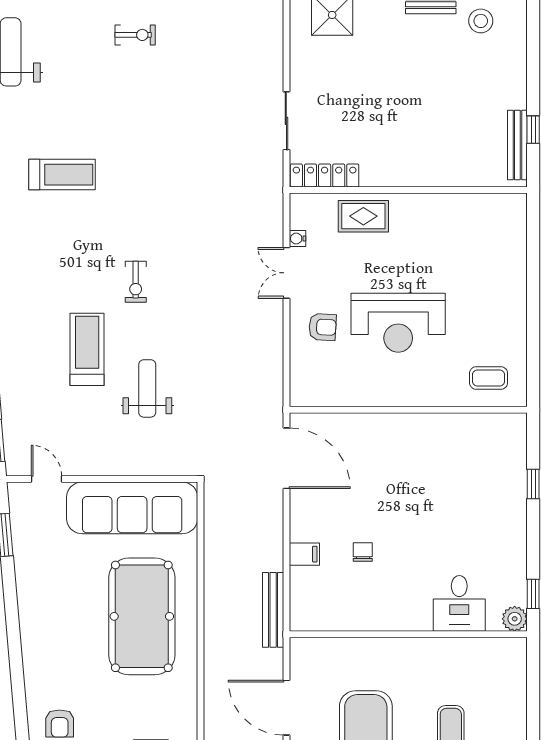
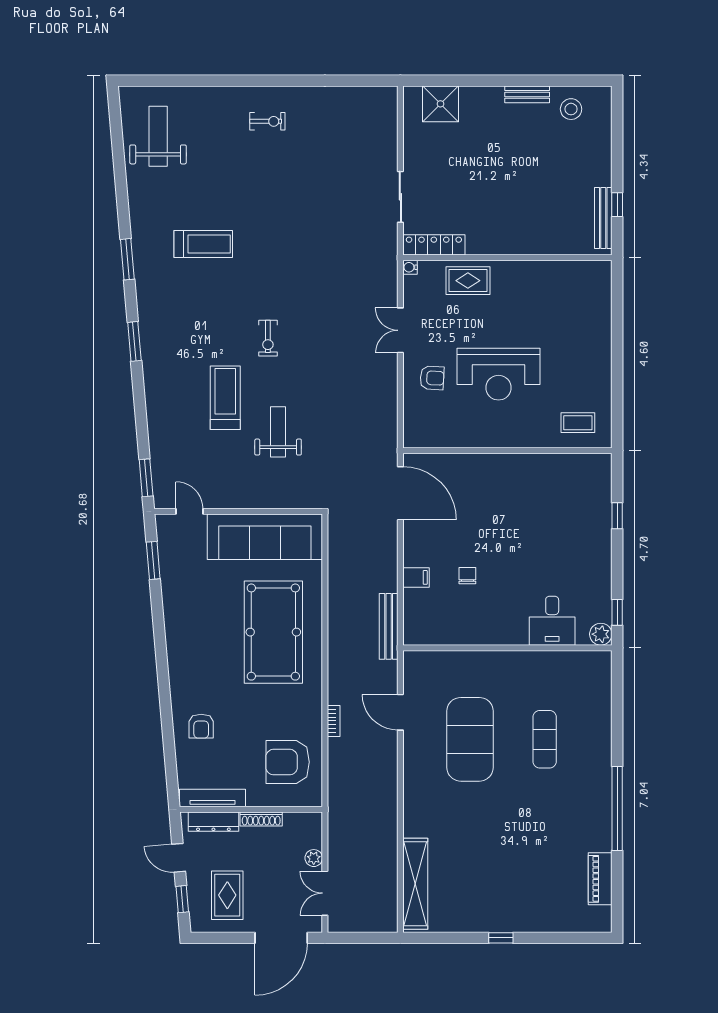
water cooler: (297, 238) -> (410, 267), moved
door: (286, 708) -> (400, 712), width x0.73
bookcase: (211, 718) -> (334, 721), added

